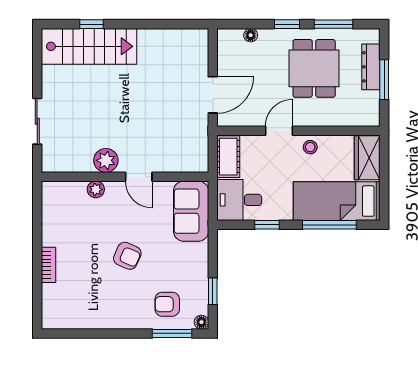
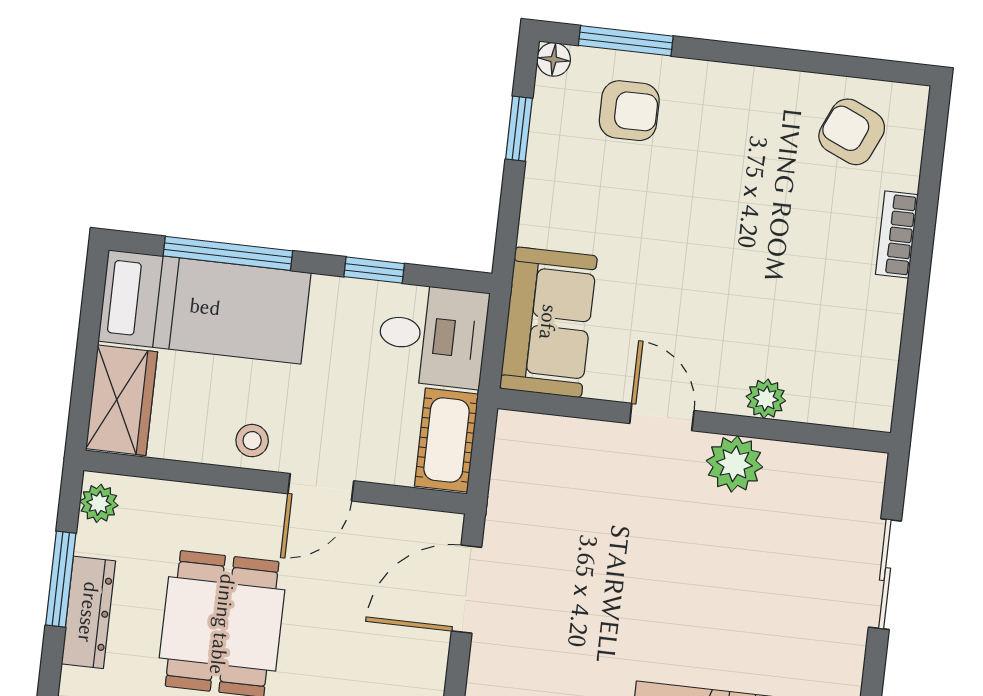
plant: (372, 113) -> (99, 503), added
armchair: (127, 256) -> (852, 132), moved

